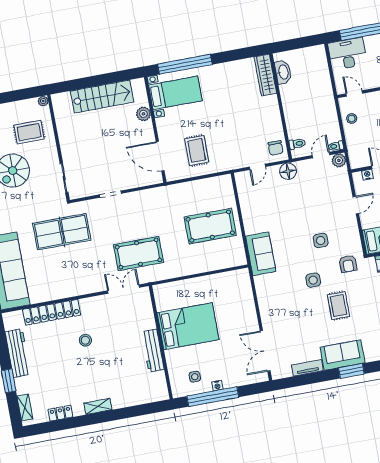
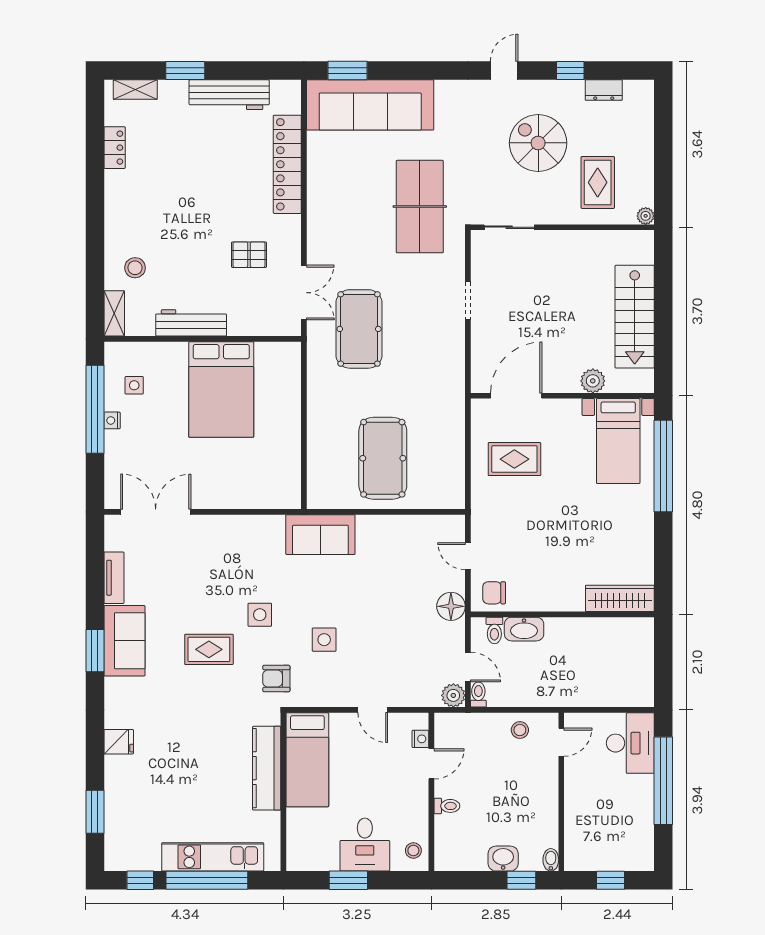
washbasin: (283, 72) -> (524, 629), moved
pallet: (108, 325) -> (249, 255), added
stool: (85, 340) -> (135, 268), moved
shelving: (98, 406) -> (114, 313), moved

